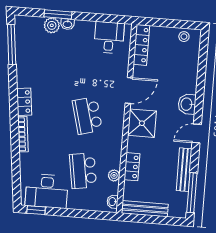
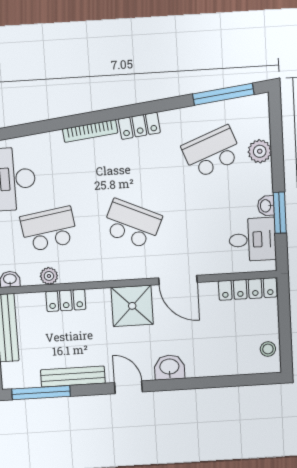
window: (58, 14) -> (280, 213), moved
washbasin: (67, 24) -> (266, 206), moved
school desk: (48, 57) -> (212, 152), added
school desk: (87, 116) -> (132, 224), turned 39

